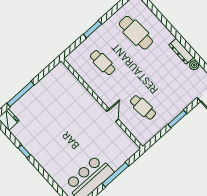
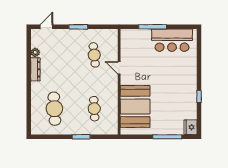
booth: (70, 95) -> (135, 106), added
door: (113, 115) -> (119, 68), hinge flipped

